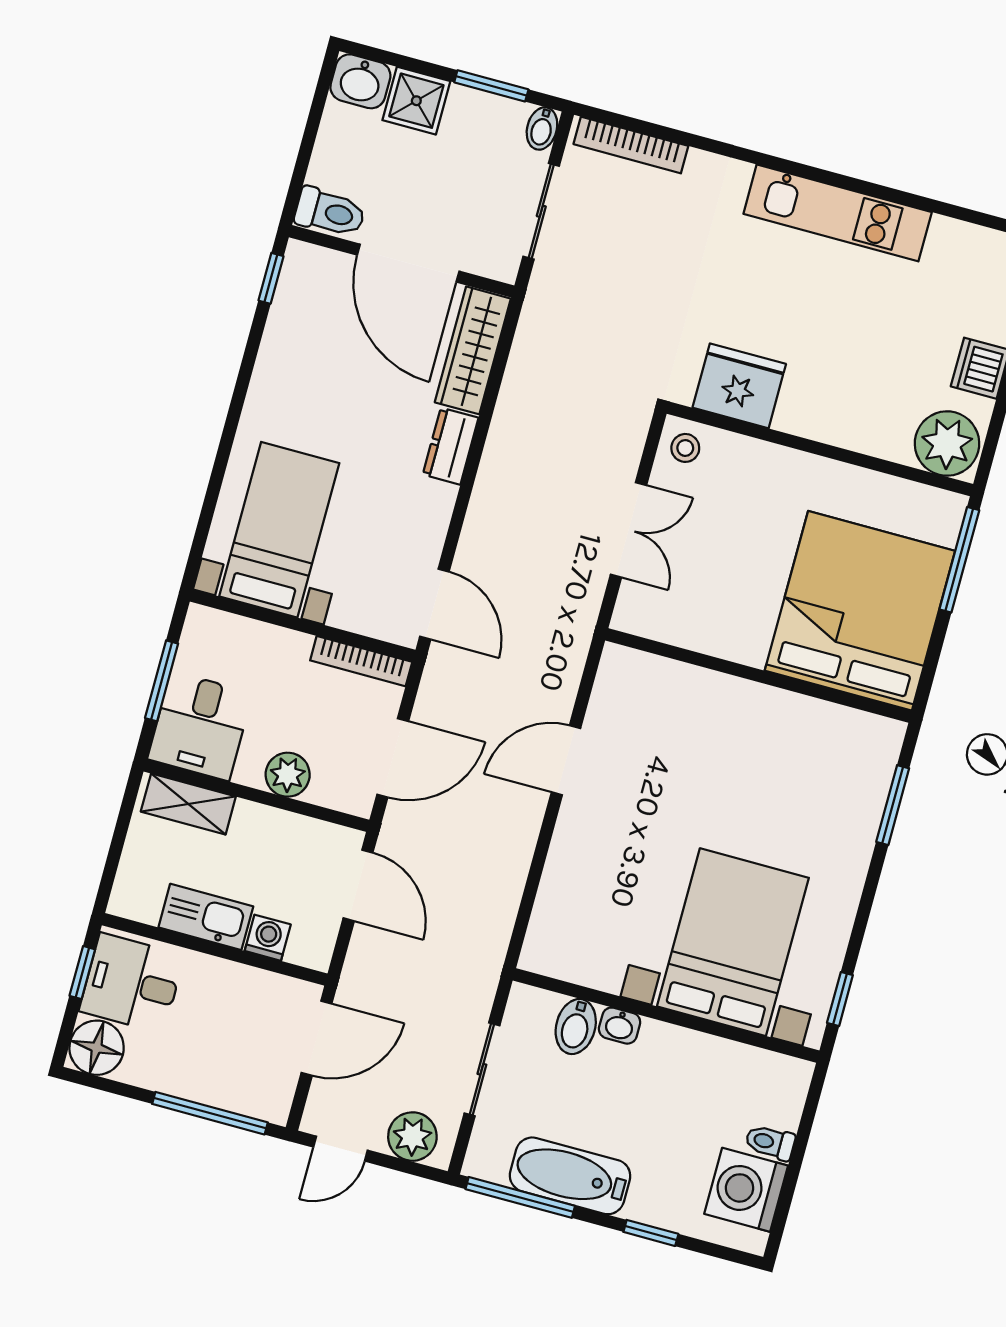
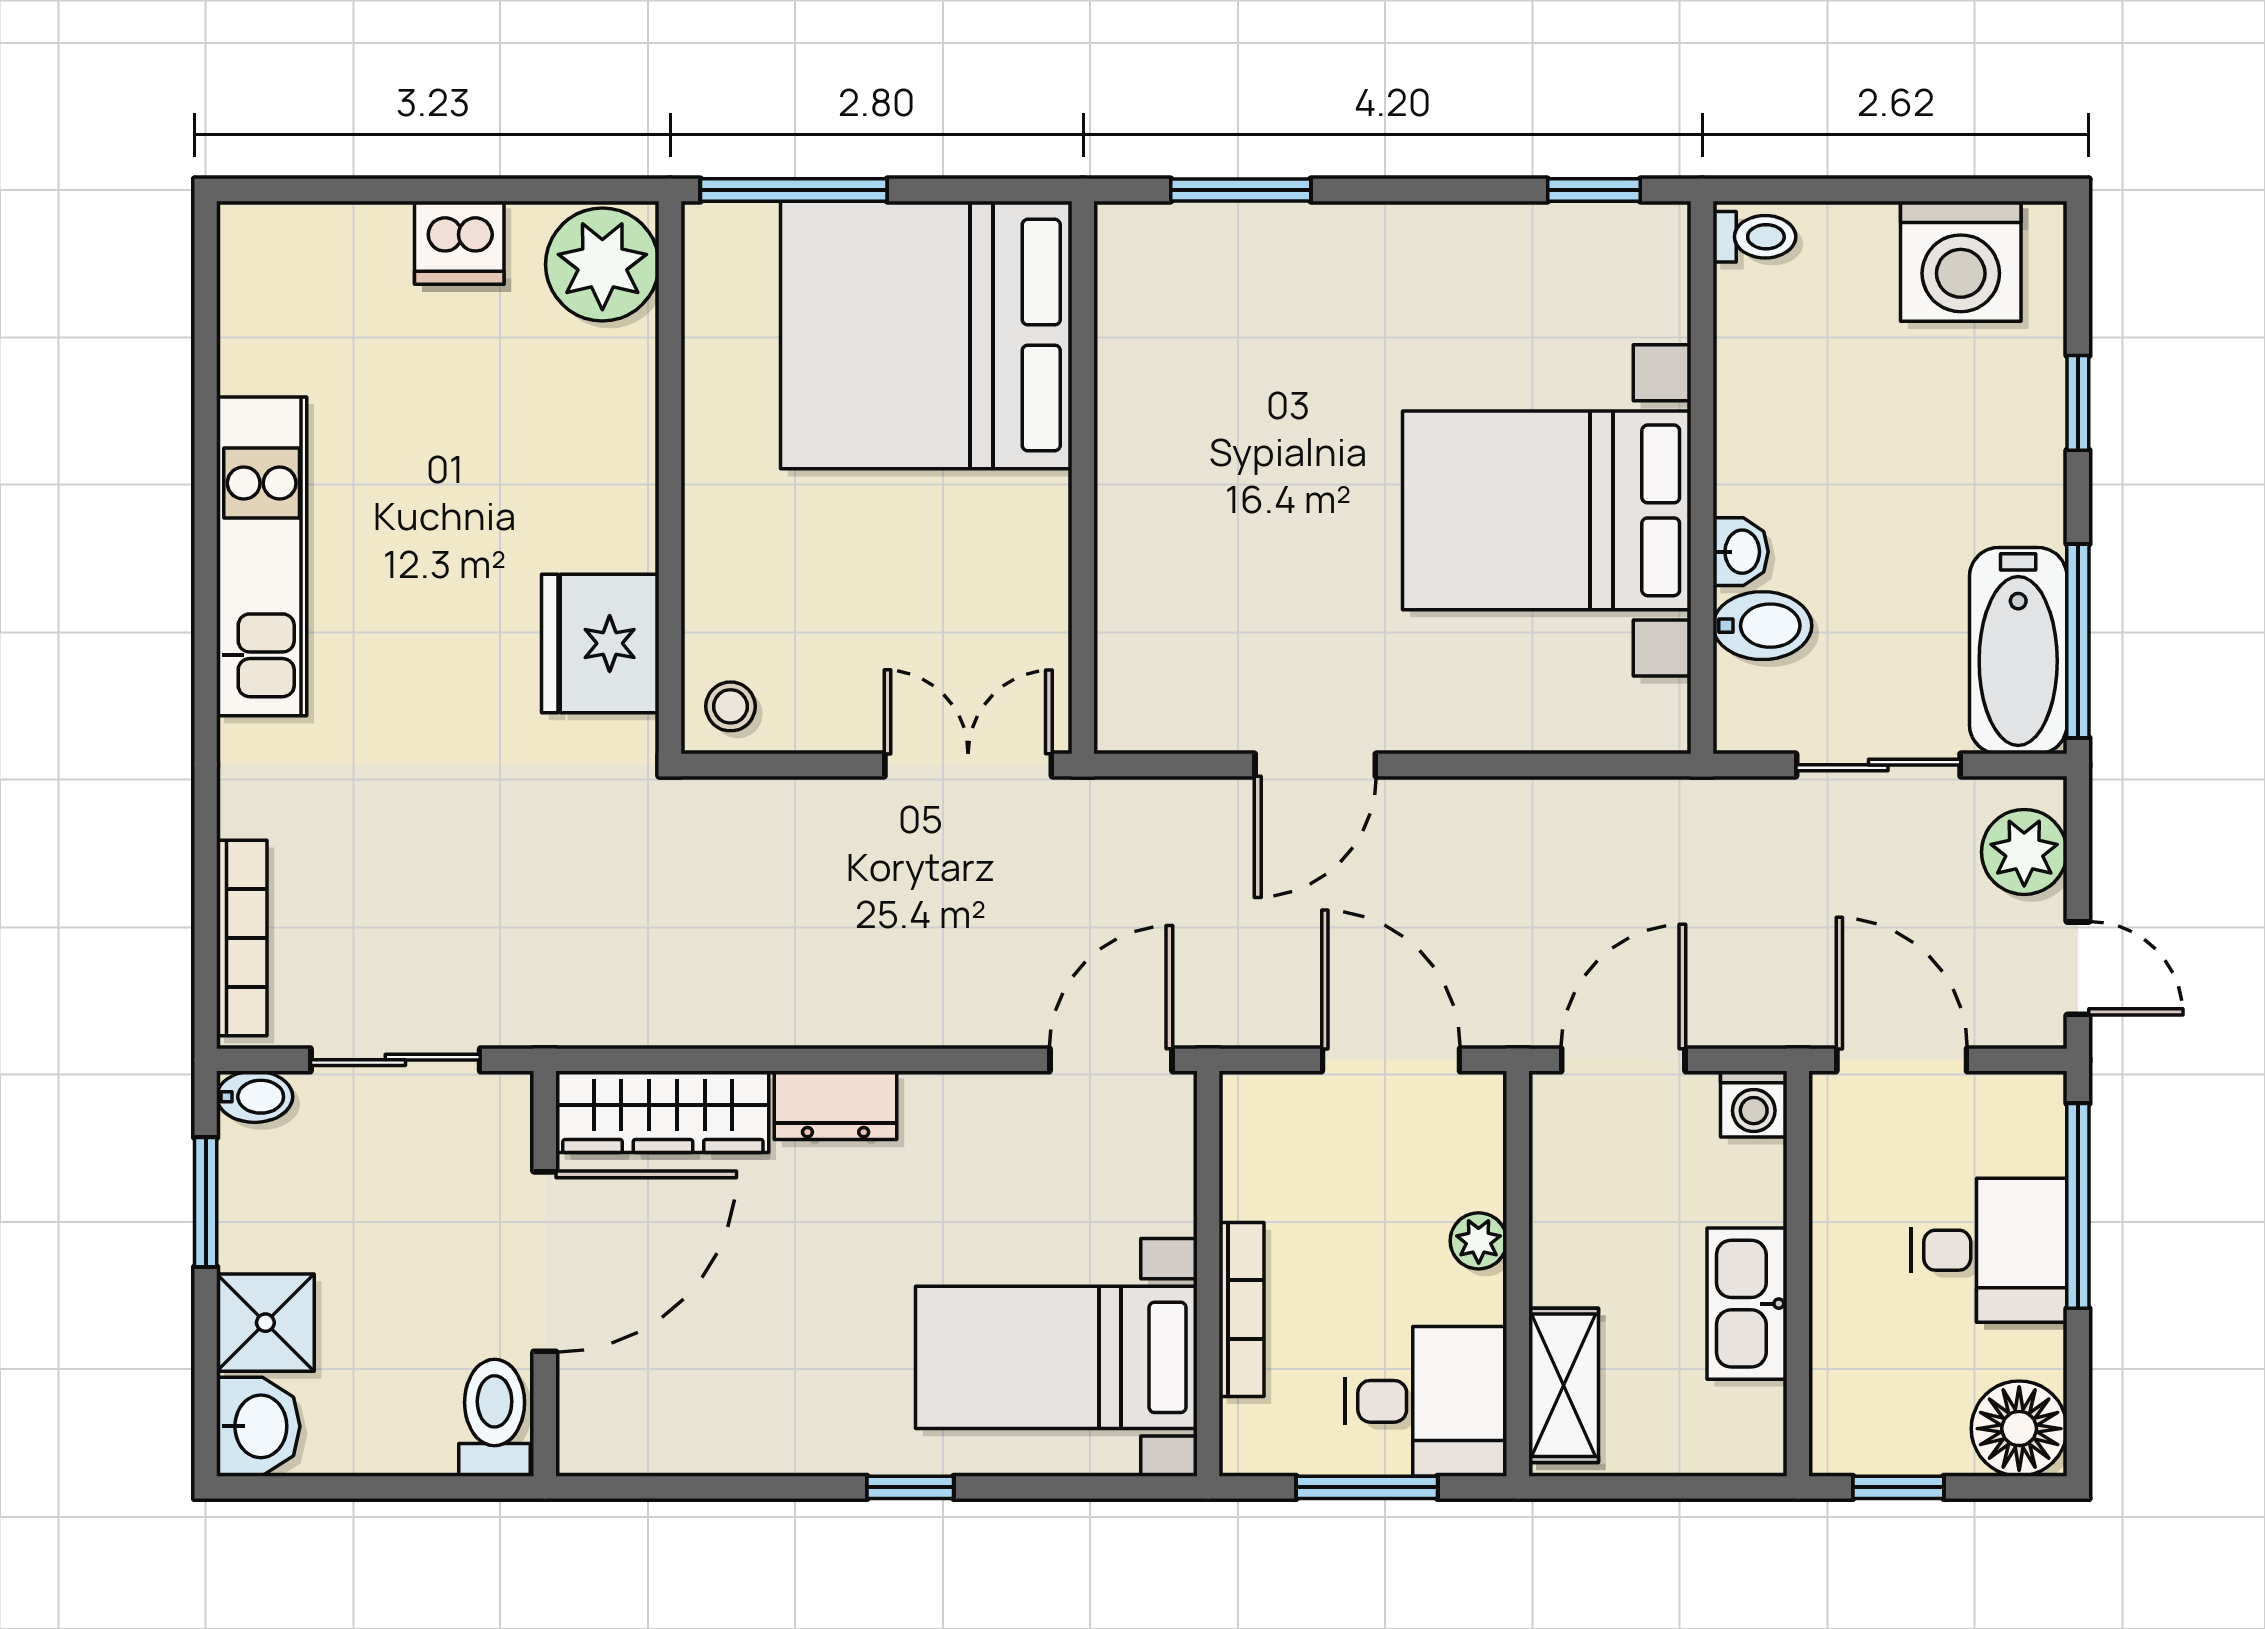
window: (271, 278) -> (910, 1487), moved
double door: (628, 530) -> (968, 765), moved
bookcase: (361, 661) -> (1241, 1309), moved
door: (566, 760) -> (1315, 765), hinge flipped
plant: (288, 775) -> (1479, 1241), width x0.73, depth x0.73
washing machine: (268, 938) -> (1754, 1104), moved, turned -90
bed with nightstands: (733, 942) -> (1547, 510), moved
desk: (132, 983) -> (1989, 1250), moved, turned -90
toilet: (770, 1142) -> (1754, 237), moved, turned -90
bathtub: (570, 1176) -> (2018, 651), moved

